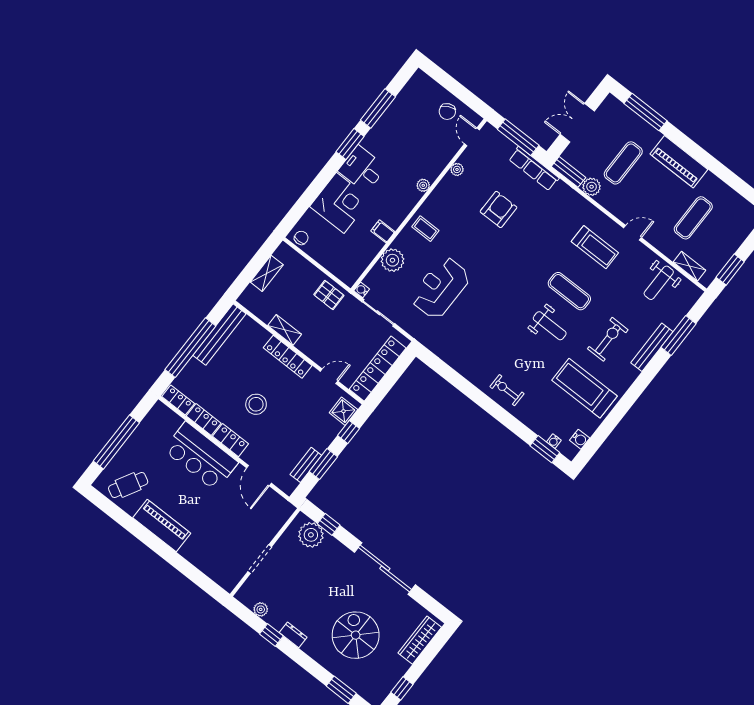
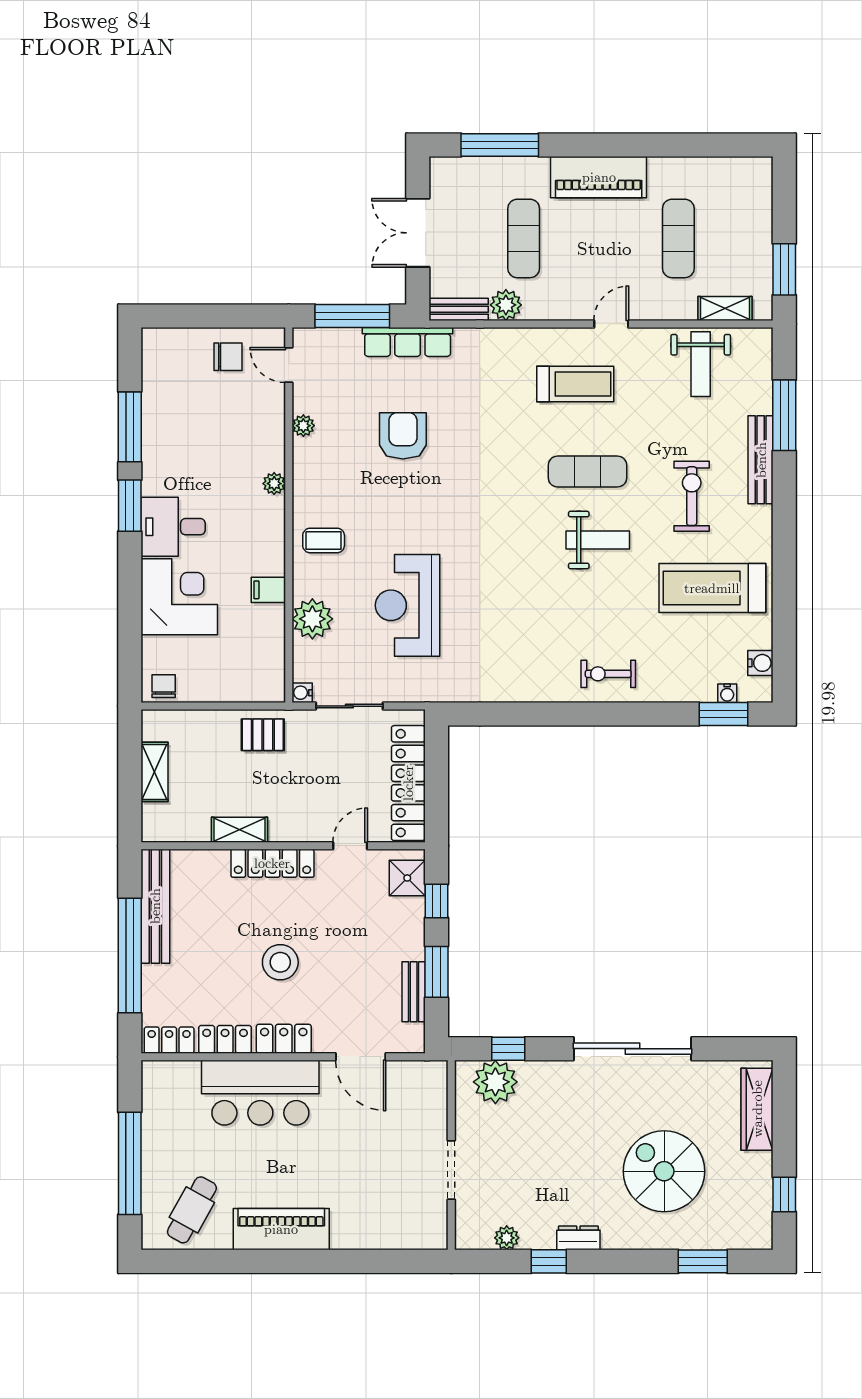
chair: (447, 112) -> (228, 357), turned -63

